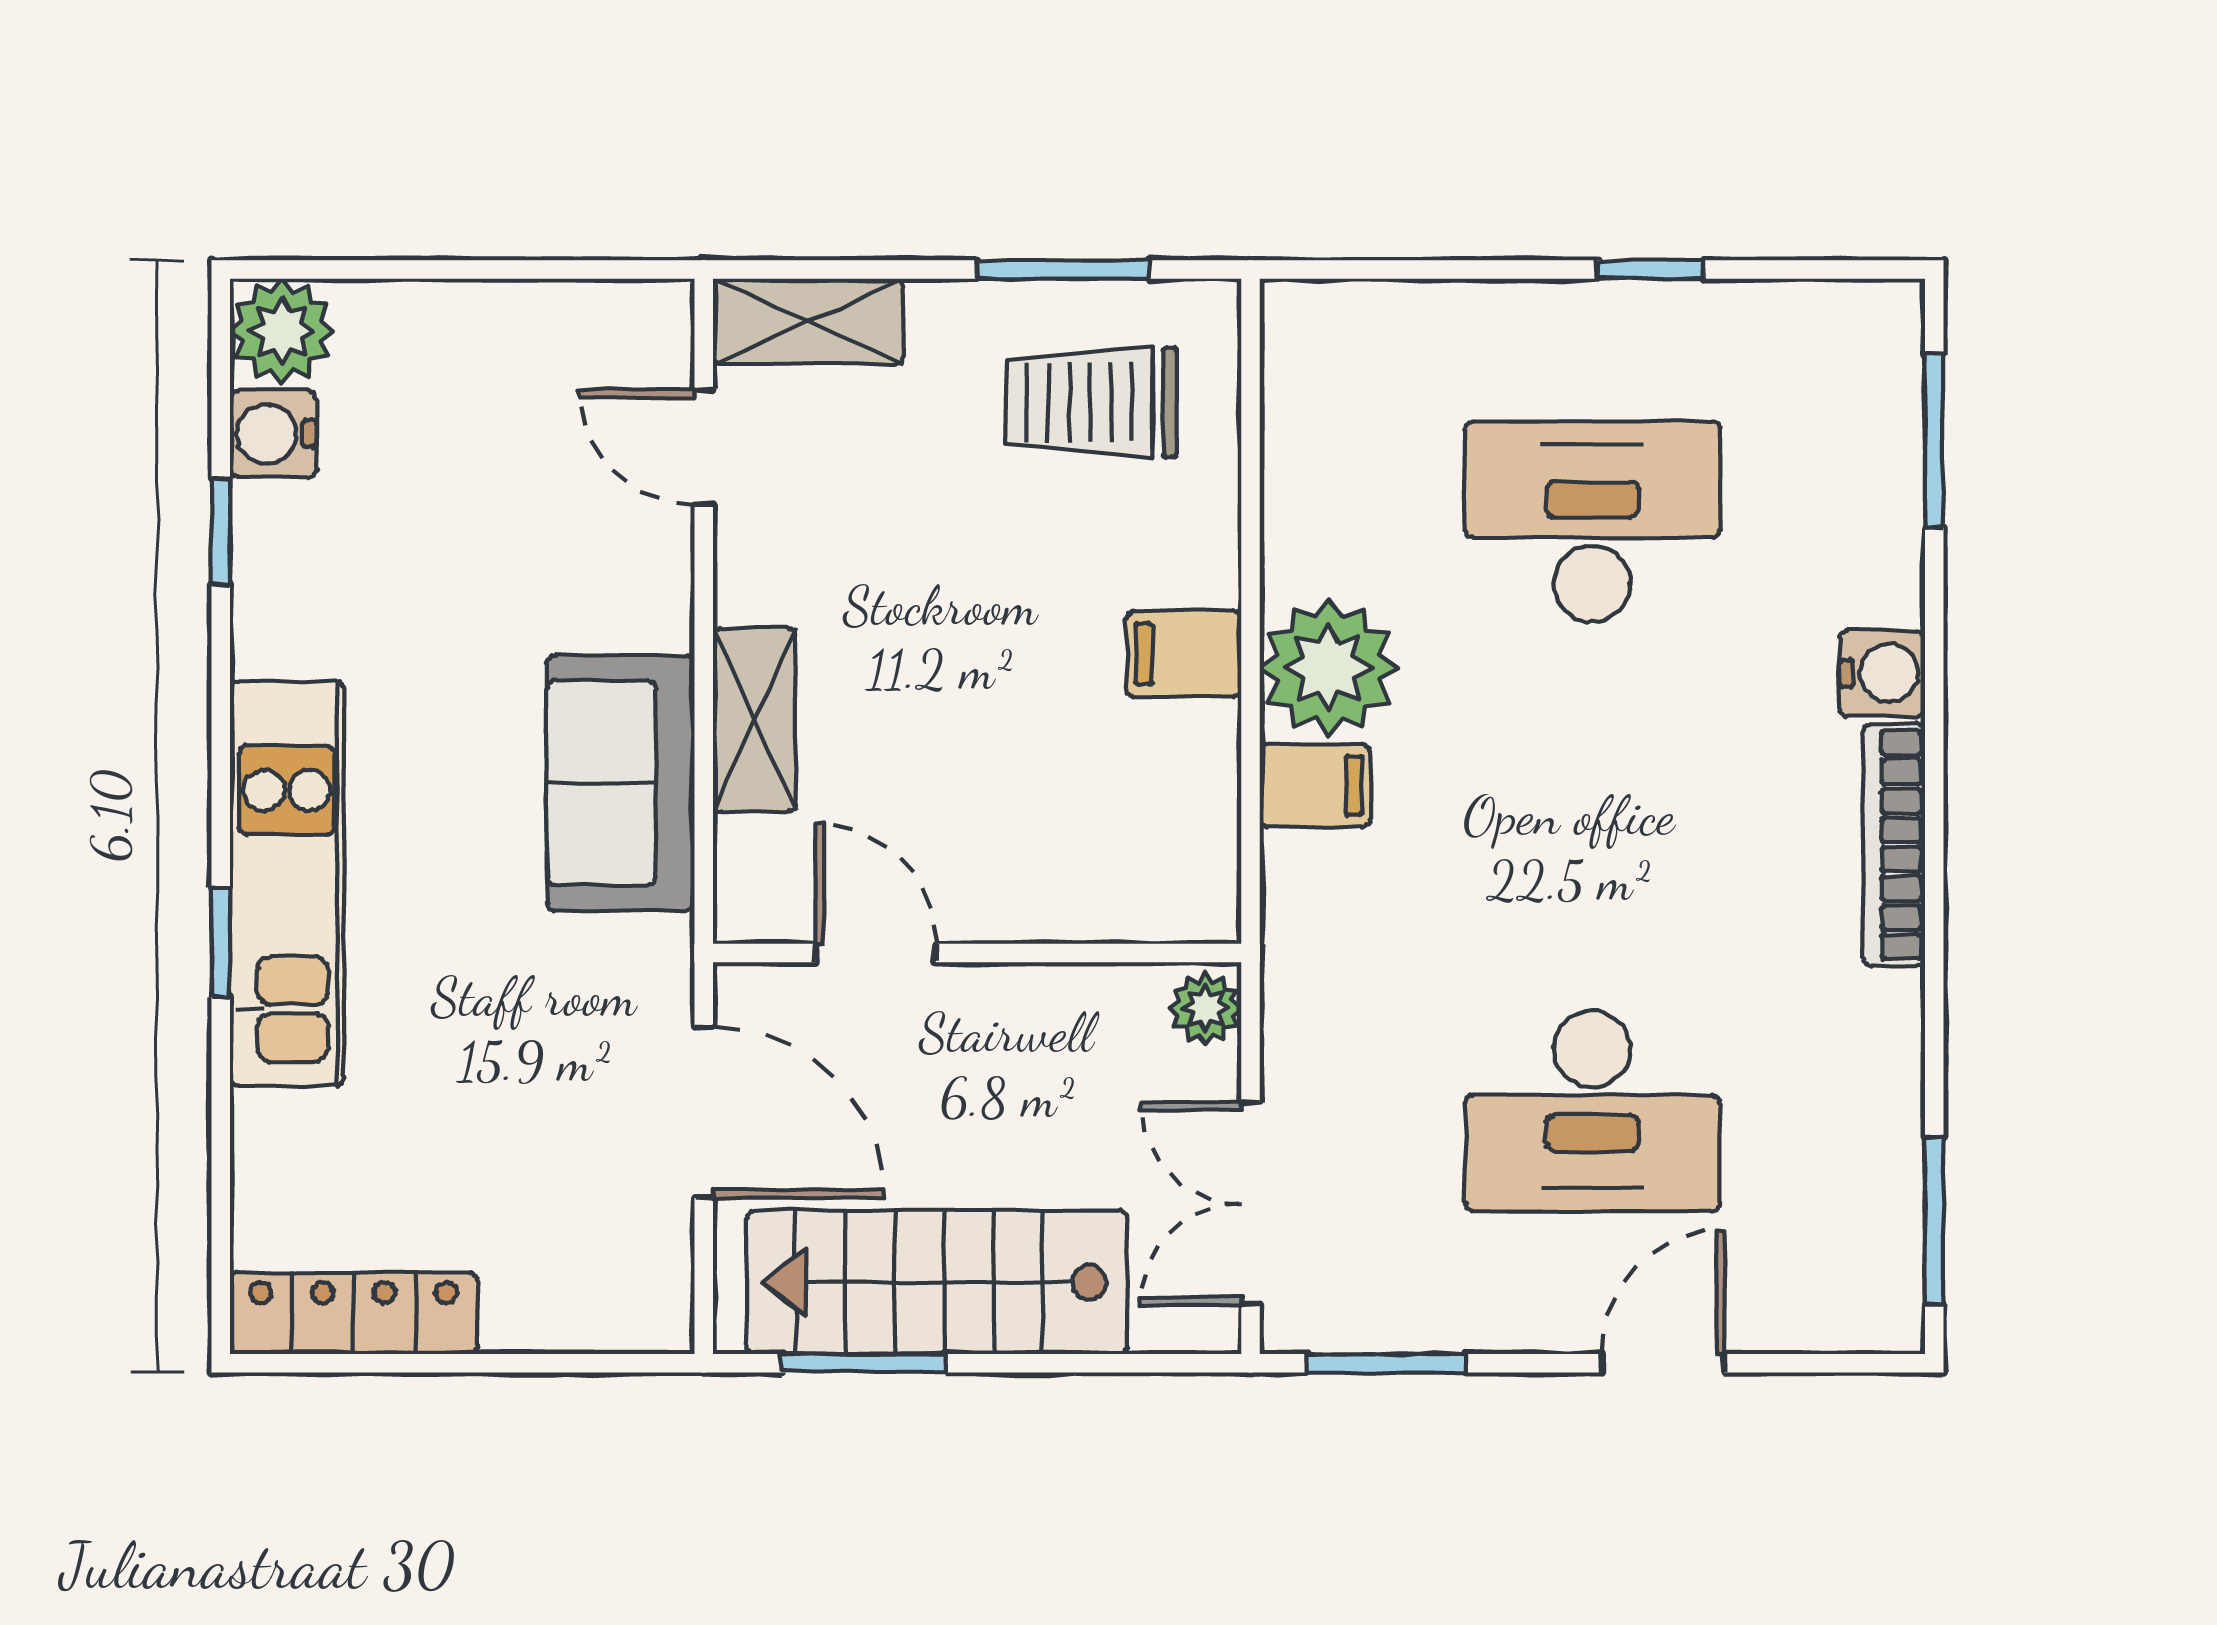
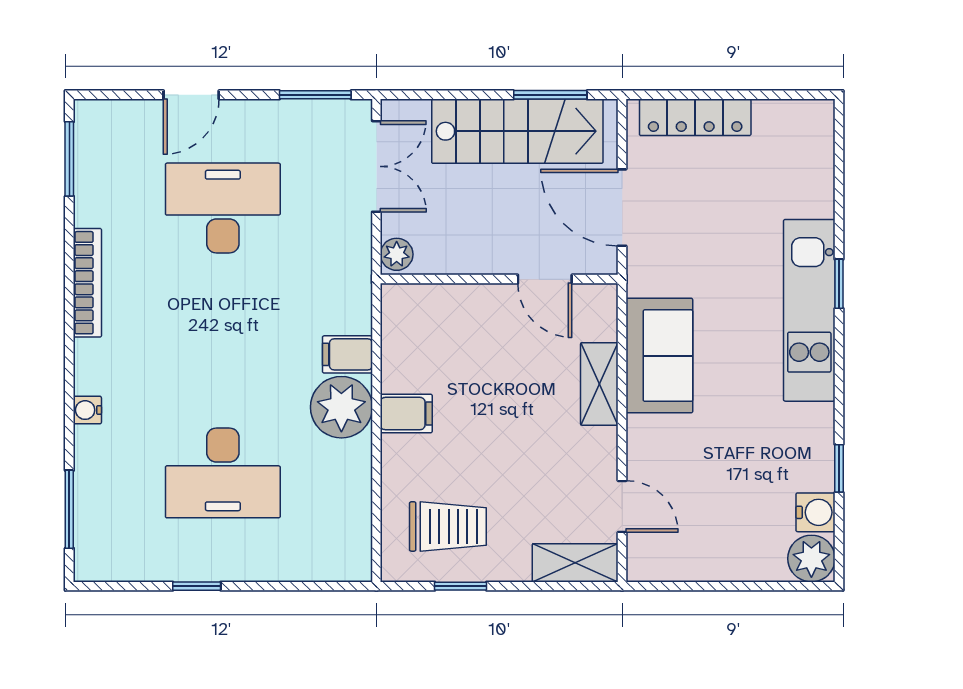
window: (1063, 269) -> (461, 586), width x0.67
water cooler: (1882, 673) -> (87, 410), width x0.72, depth x0.72
bookcase: (1894, 845) -> (87, 283), moved
locker: (354, 1313) -> (695, 117), moved

